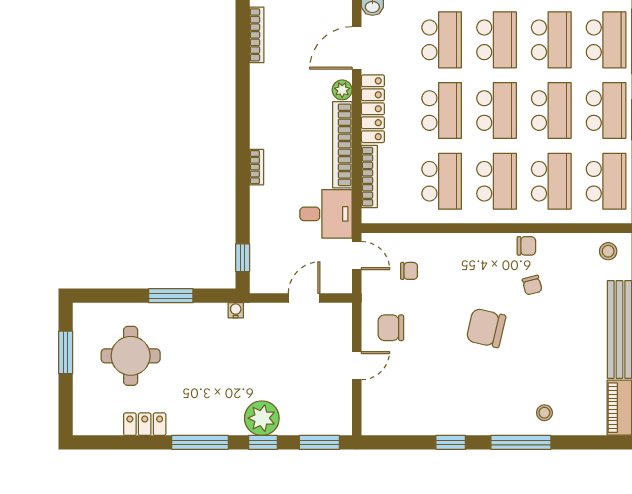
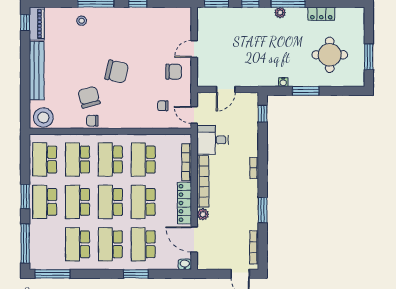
school desk: (606, 40) -> (45, 244), removed
door: (357, 48) -> (194, 239), swing flipped
window: (243, 97) -> (263, 210), added
stool: (608, 251) -> (43, 118), width x1.89, depth x1.89
chair: (532, 285) -> (89, 97), width x1.87, depth x1.87
water cooler: (236, 310) -> (283, 82), moved
plant: (262, 418) -> (280, 13), moved, width x0.53, depth x0.53

